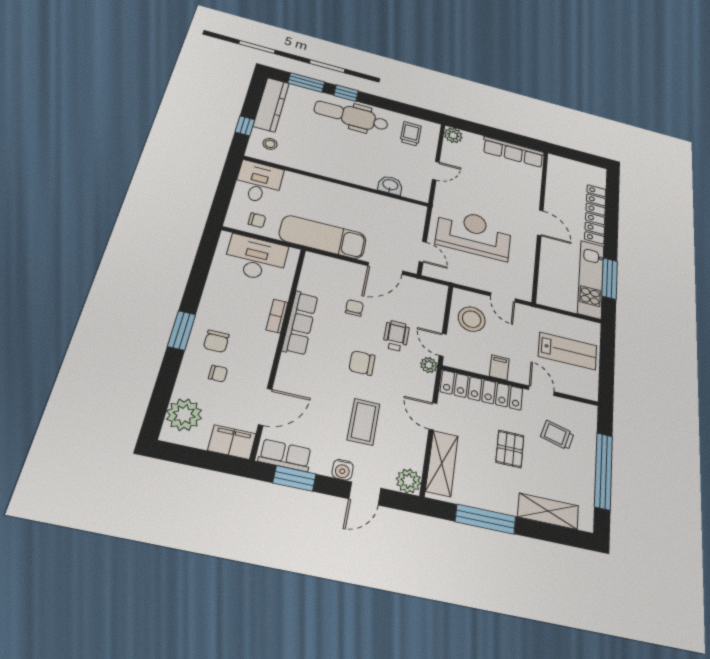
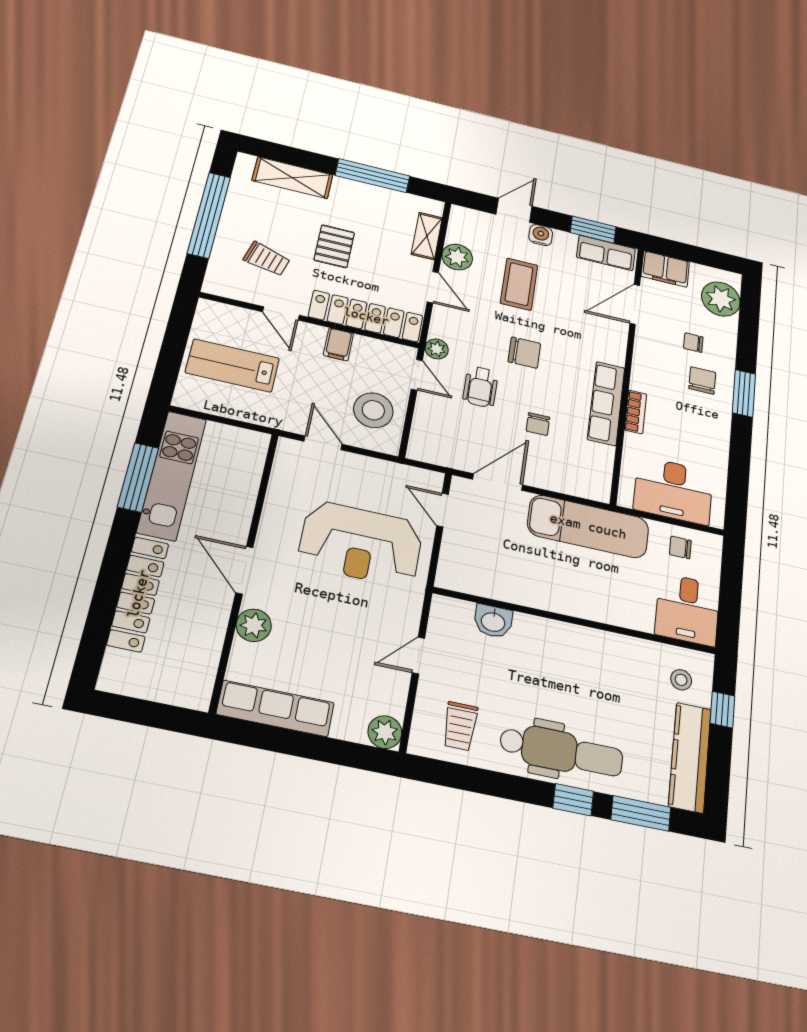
plant: (531, 193) -> (254, 625), added
shelving: (442, 463) -> (427, 236), width x0.67, depth x0.75
plant: (408, 481) -> (457, 257), moved

